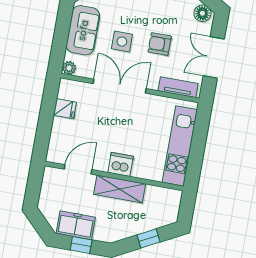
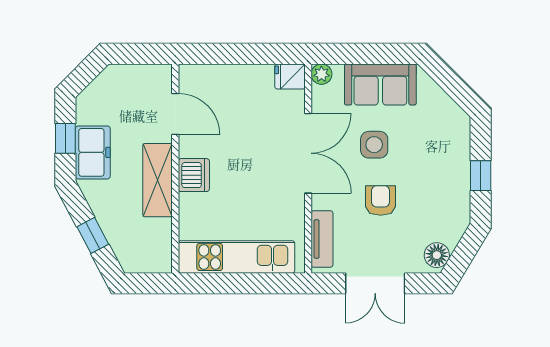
double door: (214, 57) -> (375, 283), swing flipped
fridge: (65, 109) -> (290, 76), moved, turned 90
freezer: (76, 225) -> (93, 152), moved

